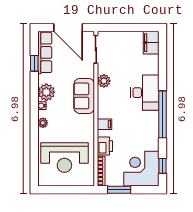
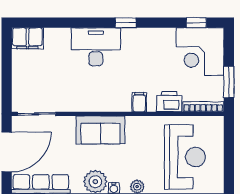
plant: (104, 81) -> (80, 103), removed
window: (162, 114) -> (126, 23), width x0.32

